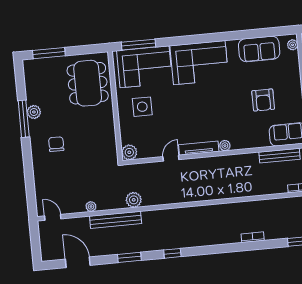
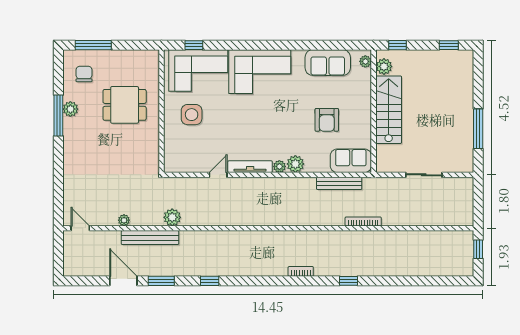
window: (138, 45) -> (194, 45), width x0.46
dining table: (88, 83) -> (125, 105), moved, width x0.73
chair: (56, 144) -> (84, 74), moved
plant: (129, 152) -> (295, 164), moved
door: (78, 262) -> (123, 281), moved

